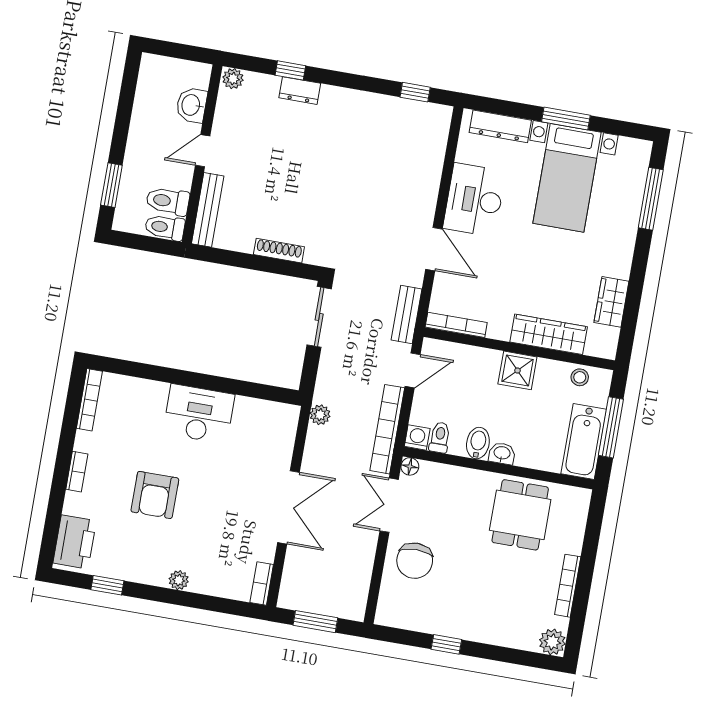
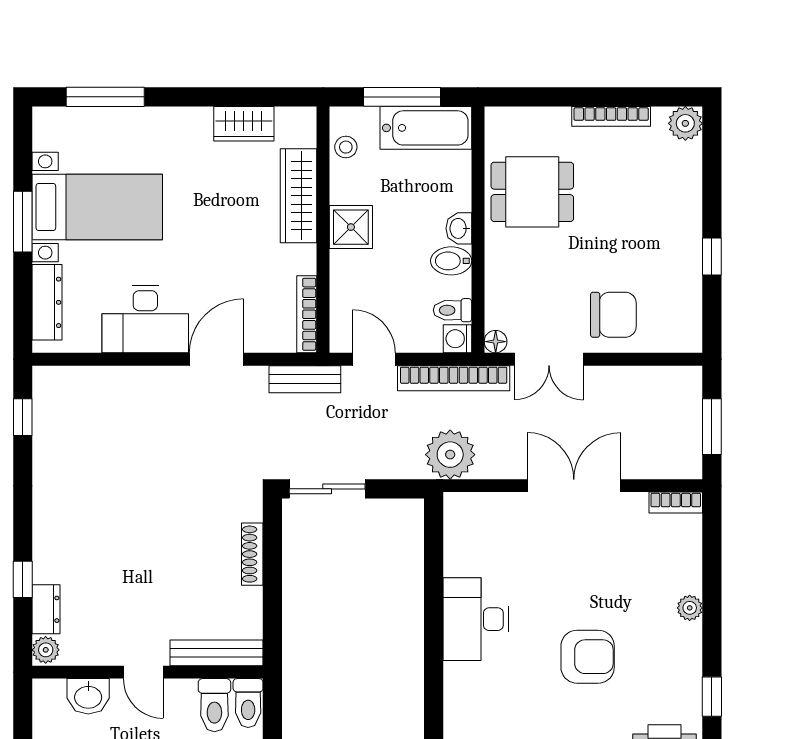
dresser: (300, 91) -> (46, 609), moved
plant: (320, 415) -> (450, 455), width x1.87, depth x1.87

